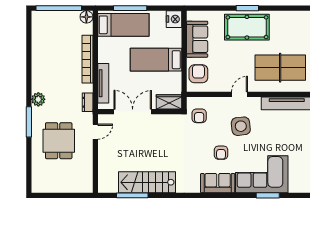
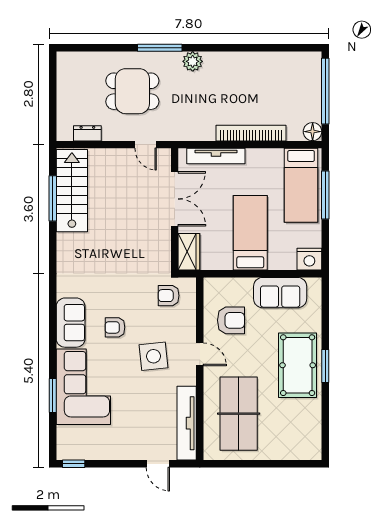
armchair: (198, 74) -> (231, 320), moved
dresser: (88, 102) -> (87, 133), moved
stairs: (147, 182) -> (72, 191), moved

